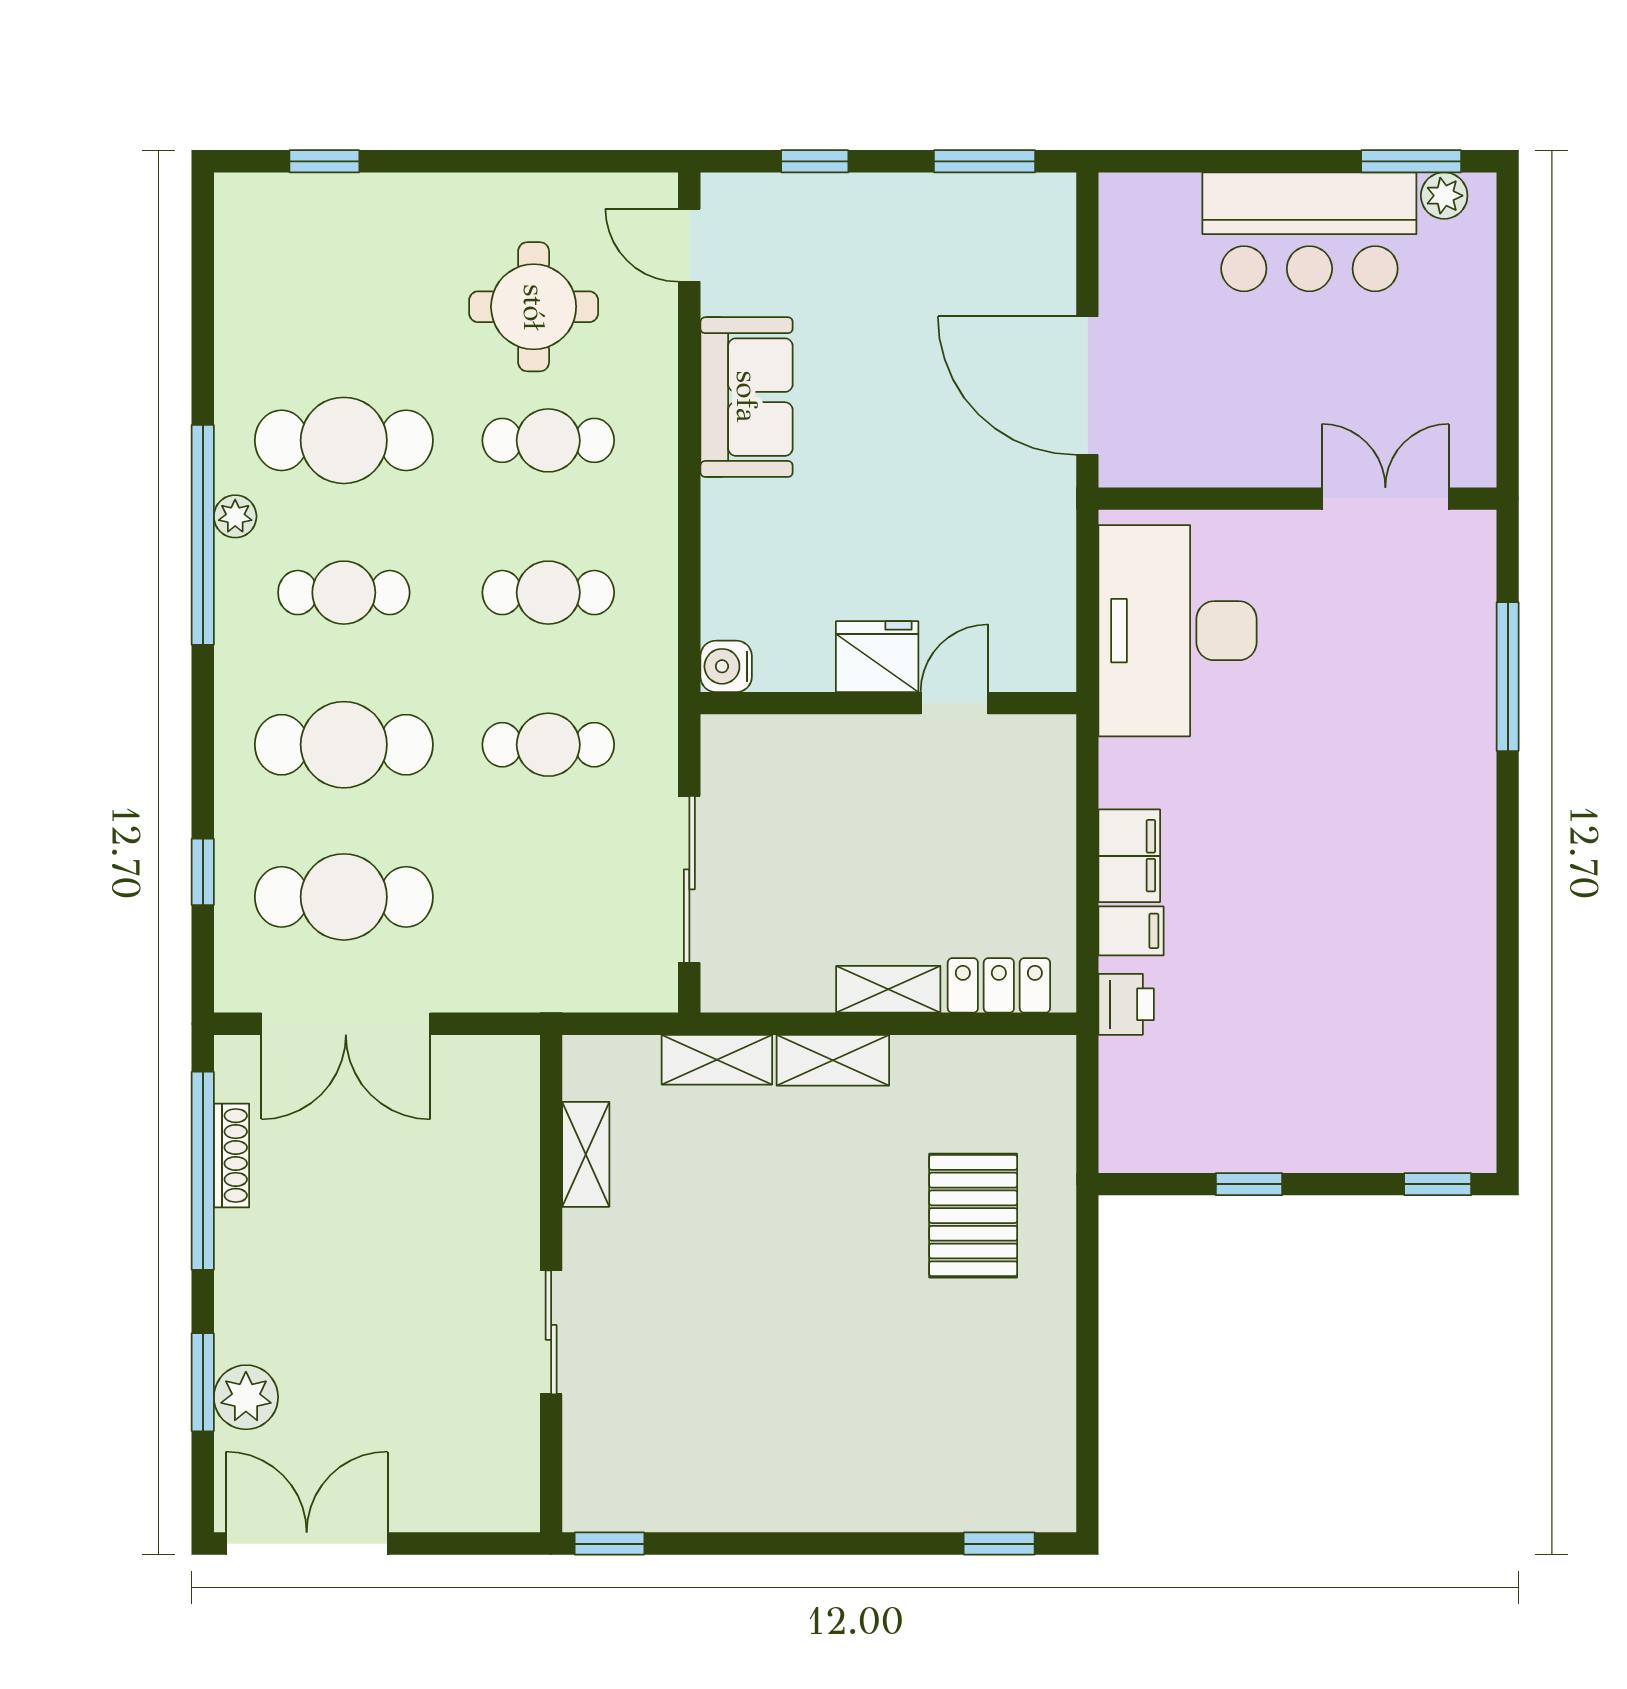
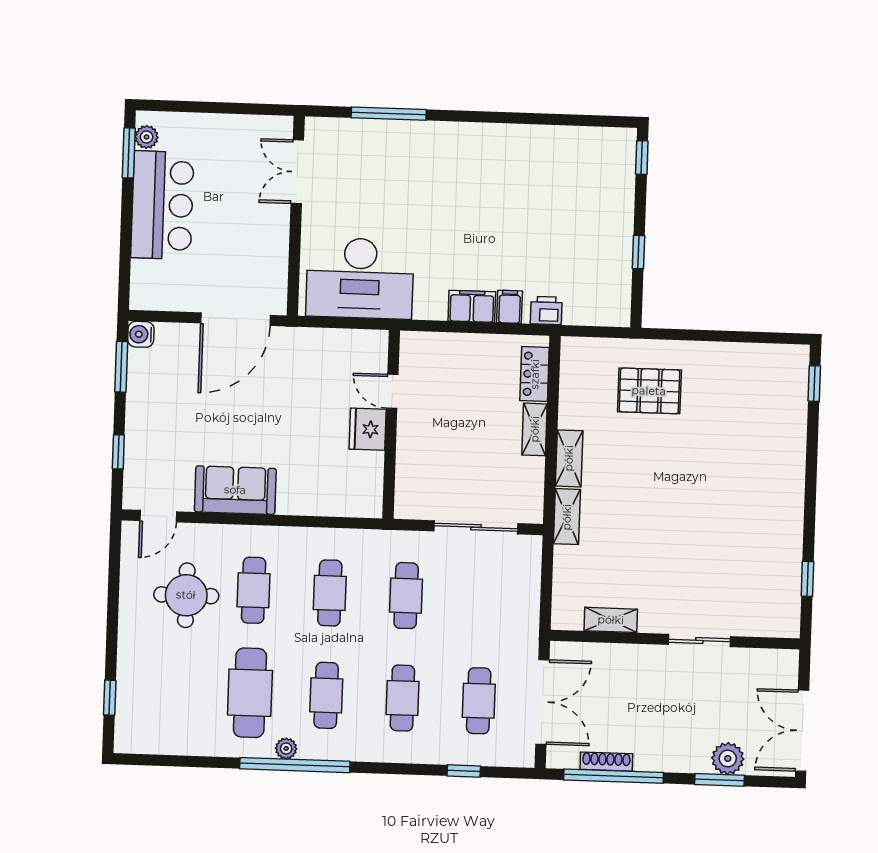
water cooler: (726, 666) -> (141, 334), moved, turned 90
cafe table: (344, 745) -> (402, 698), width x0.73, depth x0.74
cafe table: (344, 897) -> (479, 701), width x0.73, depth x0.74
shelving: (586, 1154) -> (611, 620), moved
wall: (551, 1284) -> (675, 640), moved
sliding door: (551, 1332) -> (699, 640), moved

